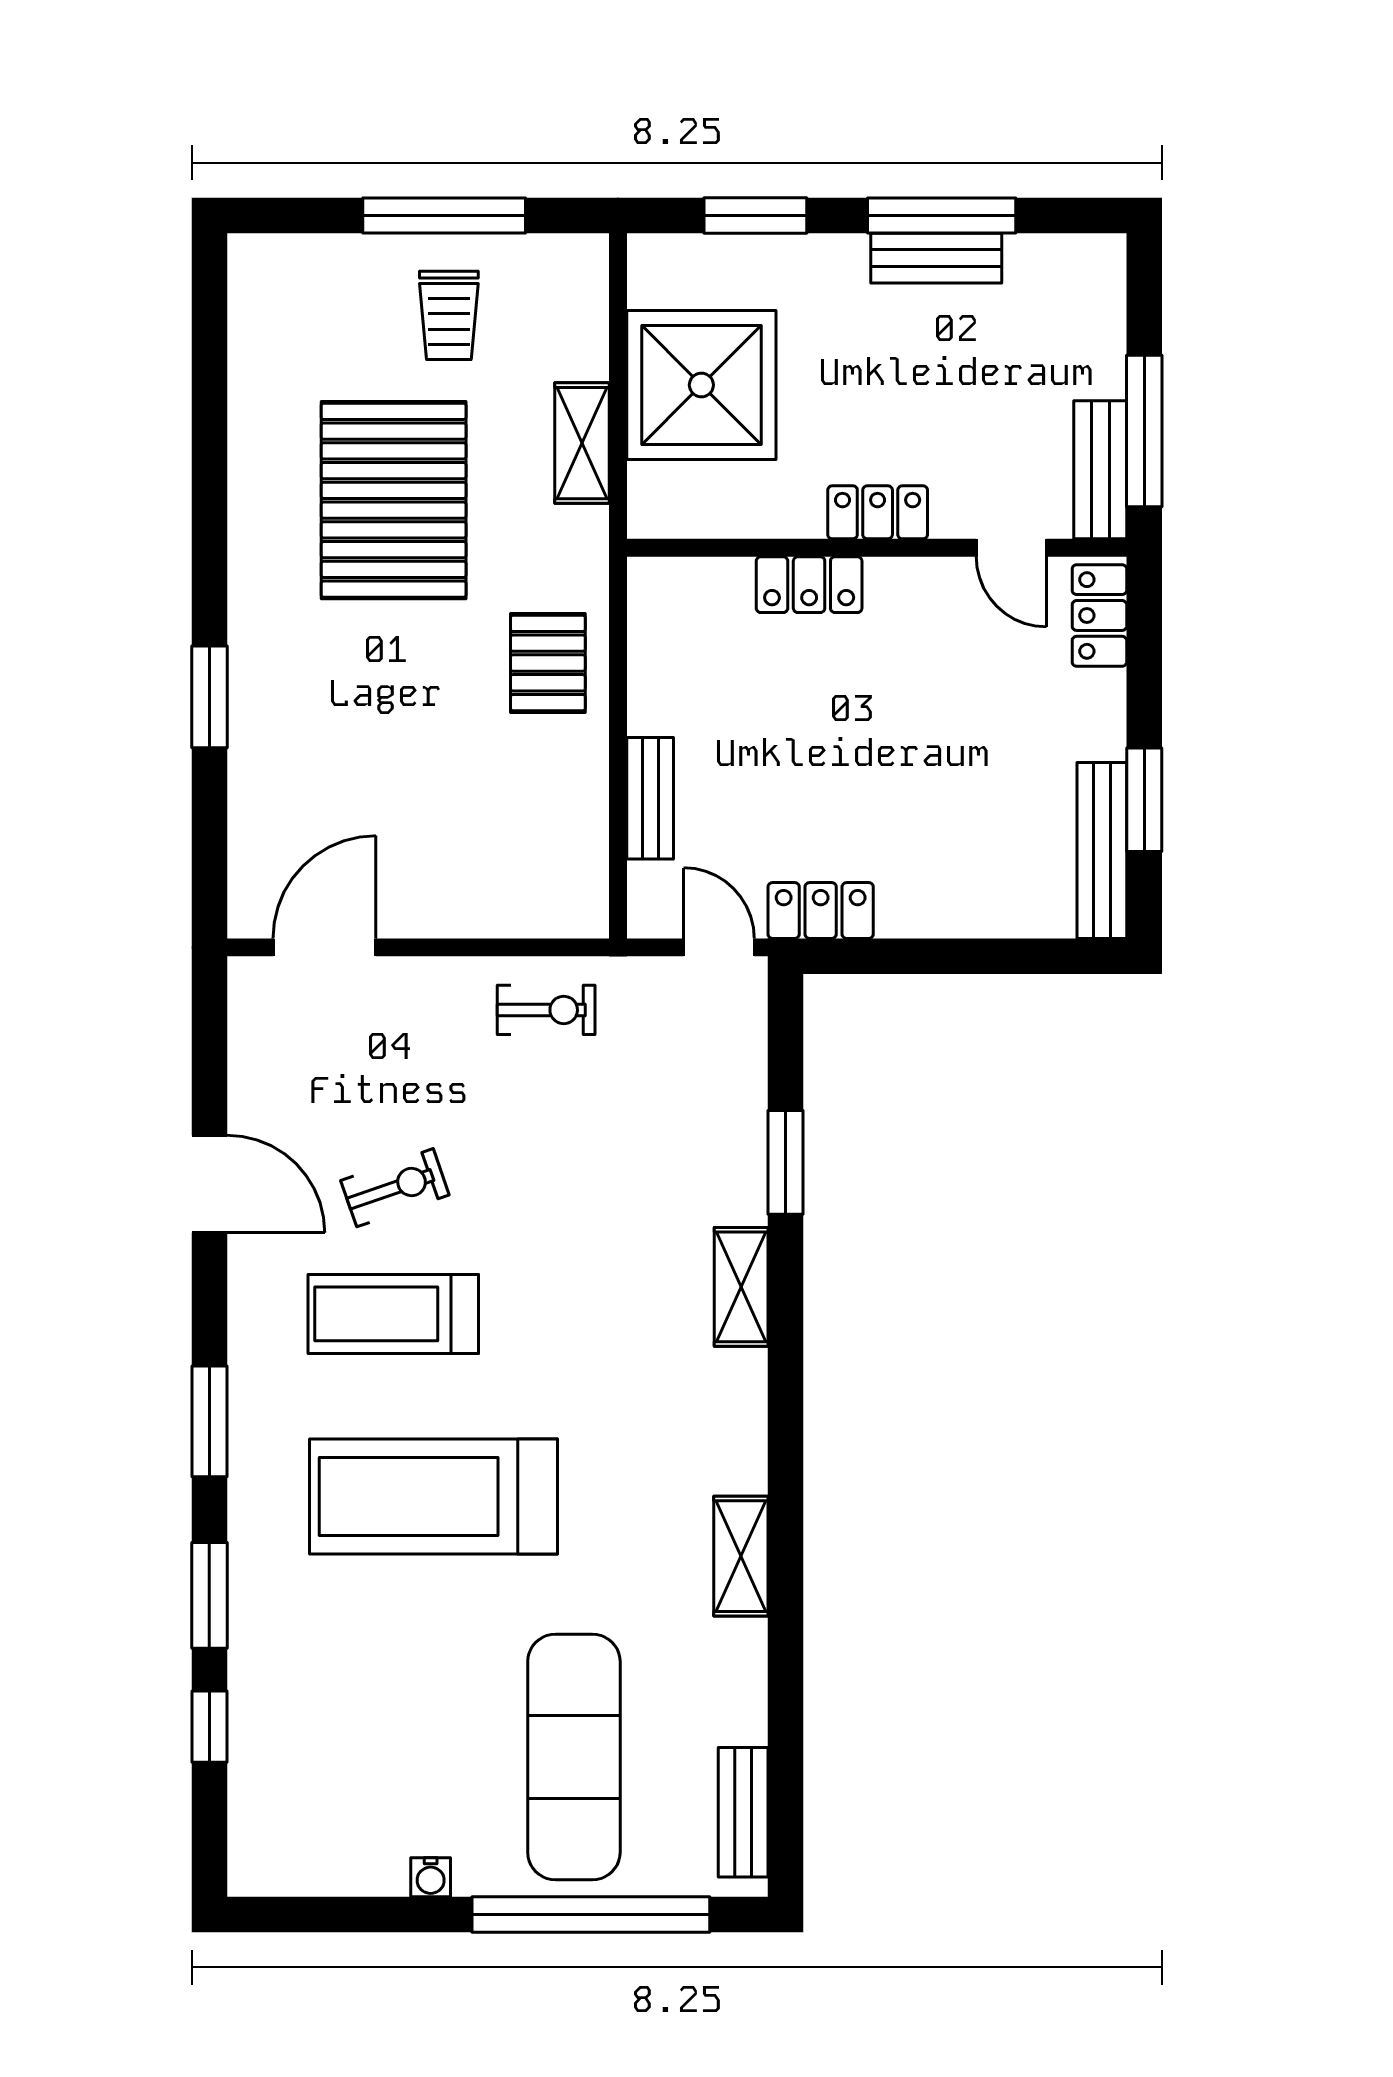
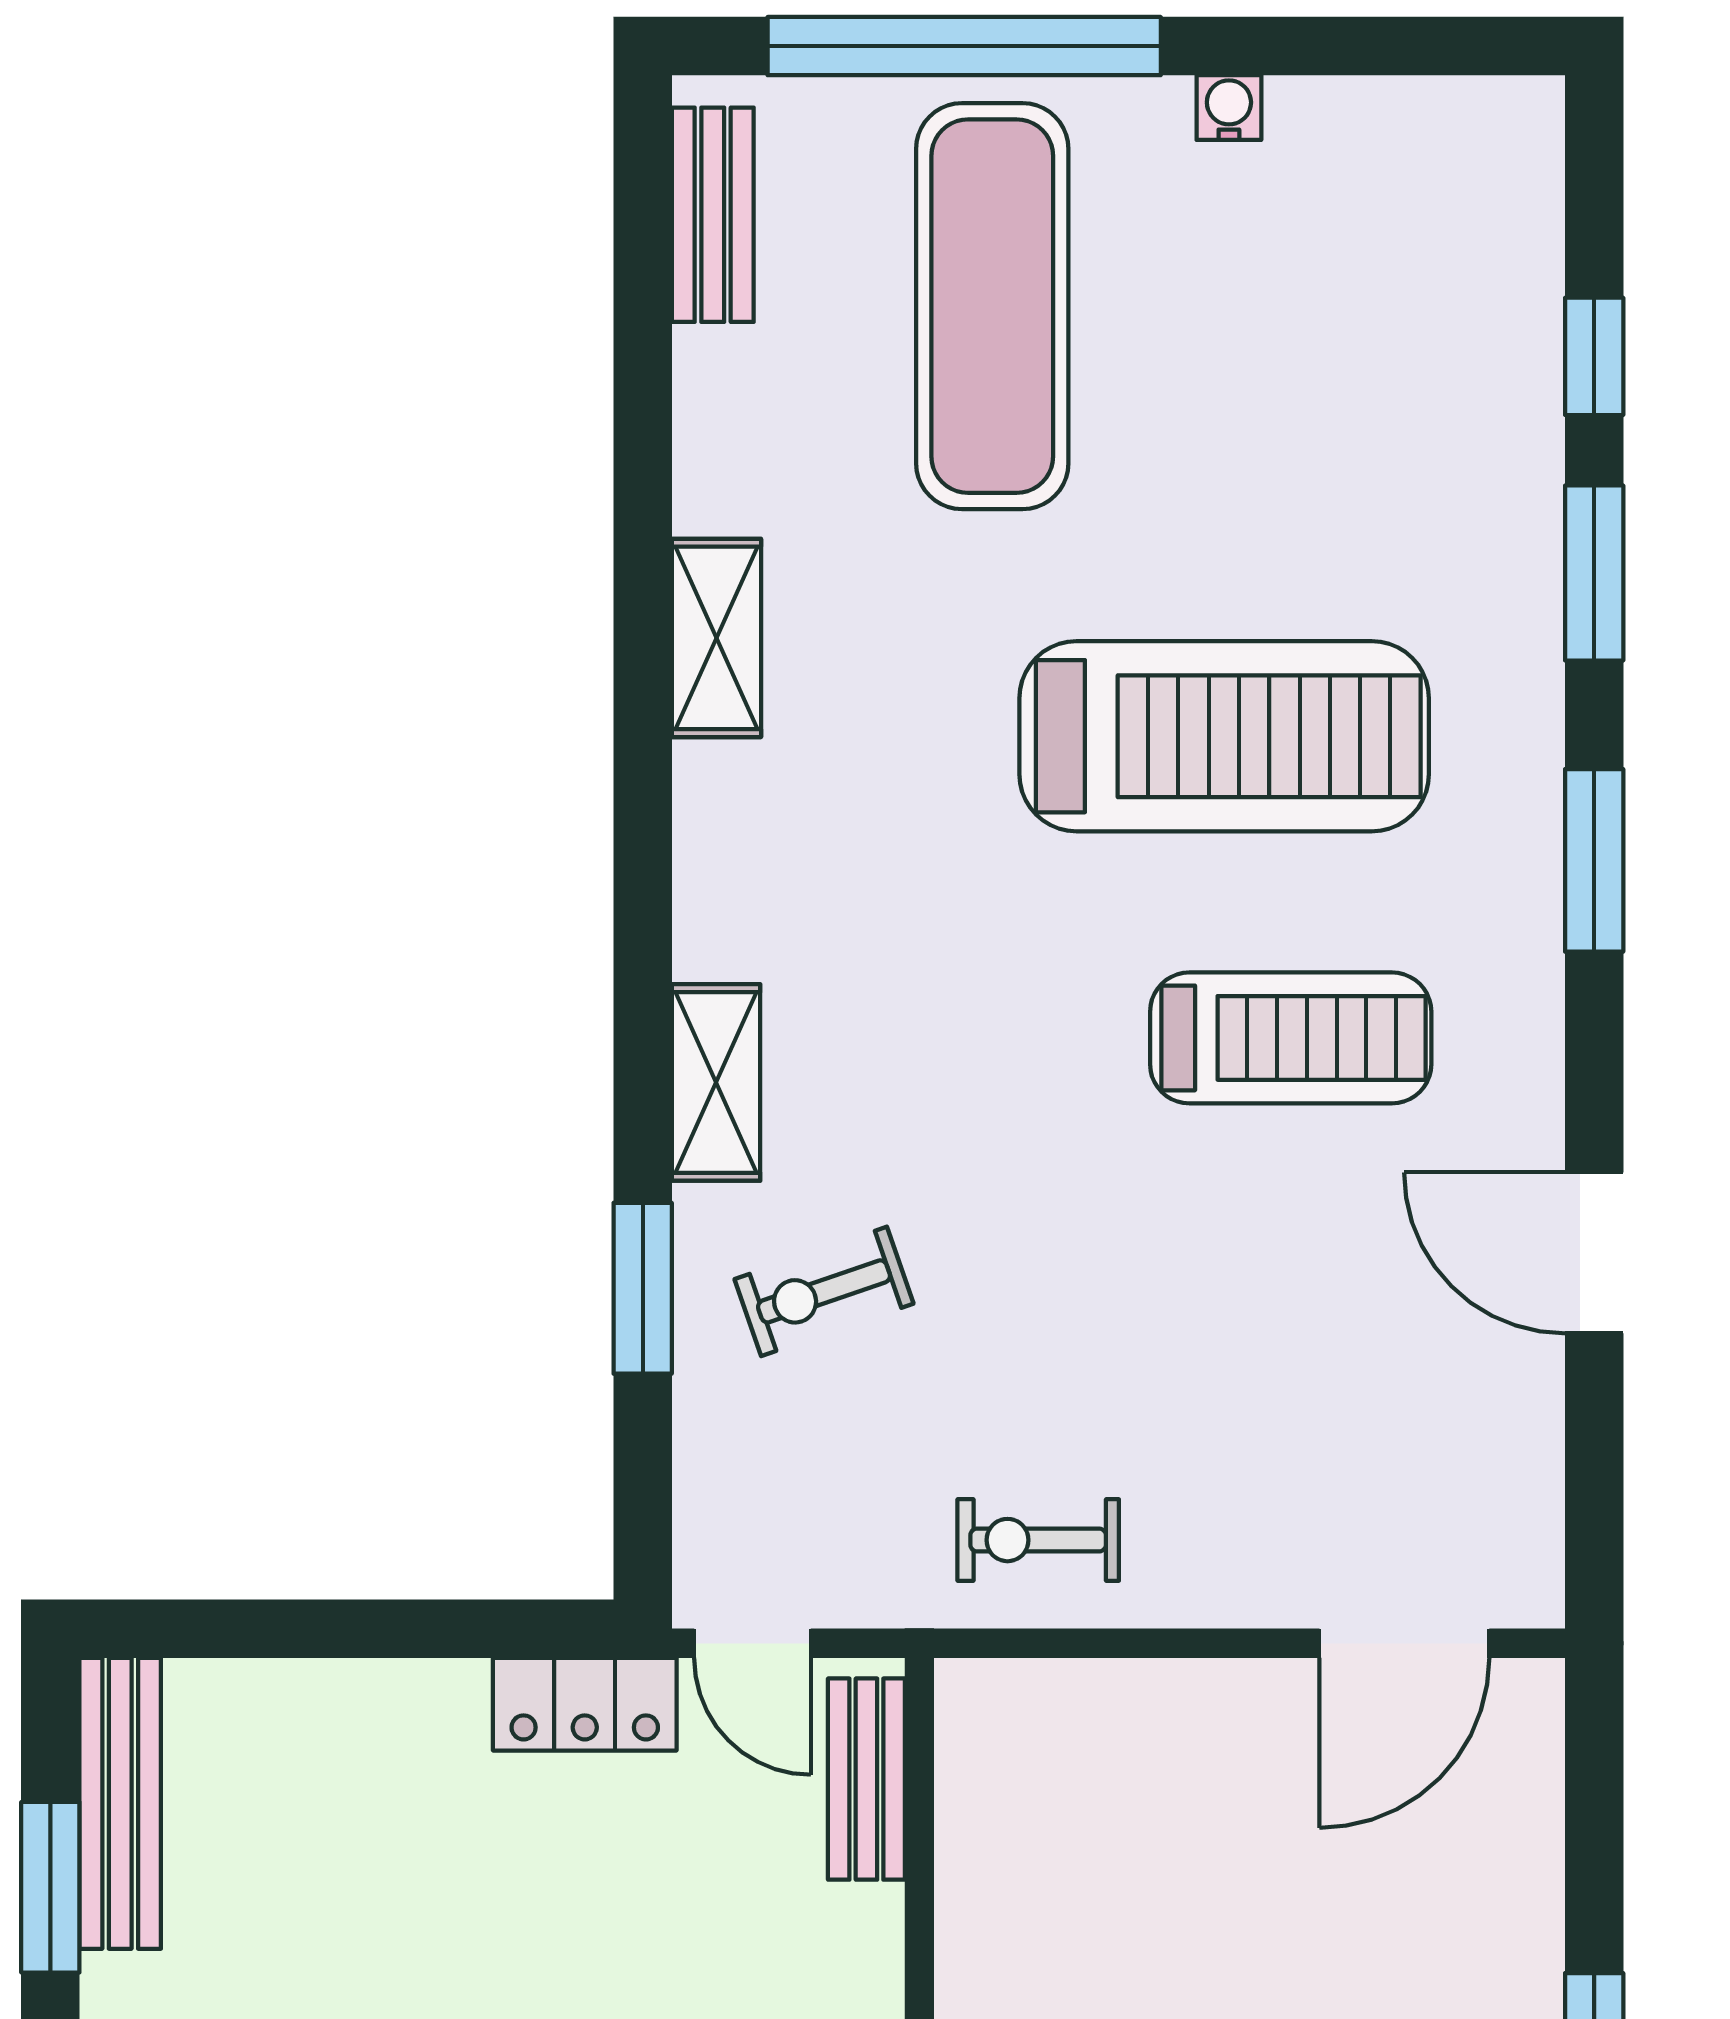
bench: (650, 798) -> (866, 1779), moved
exercise bike: (395, 1188) -> (824, 1291), moved

